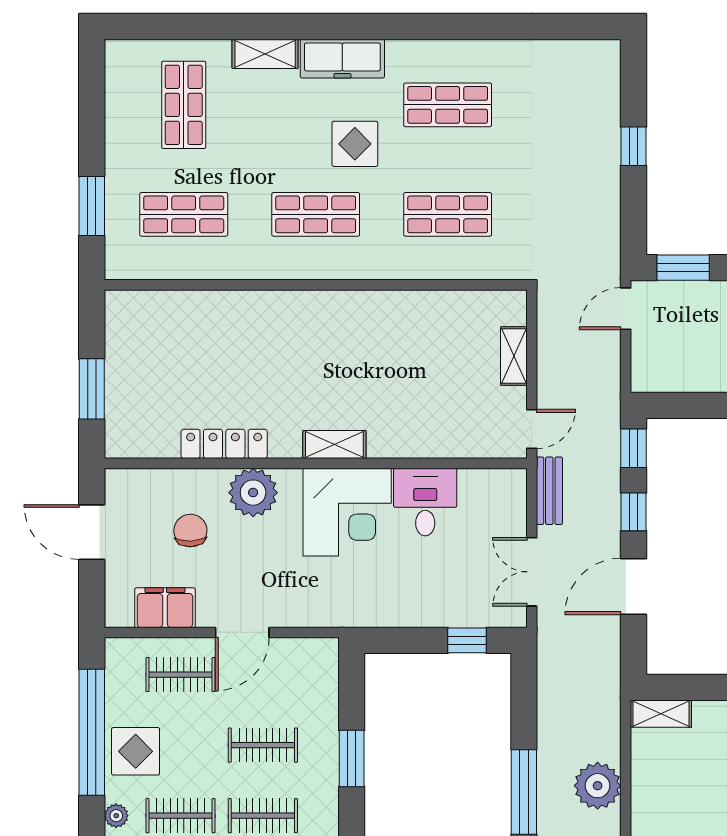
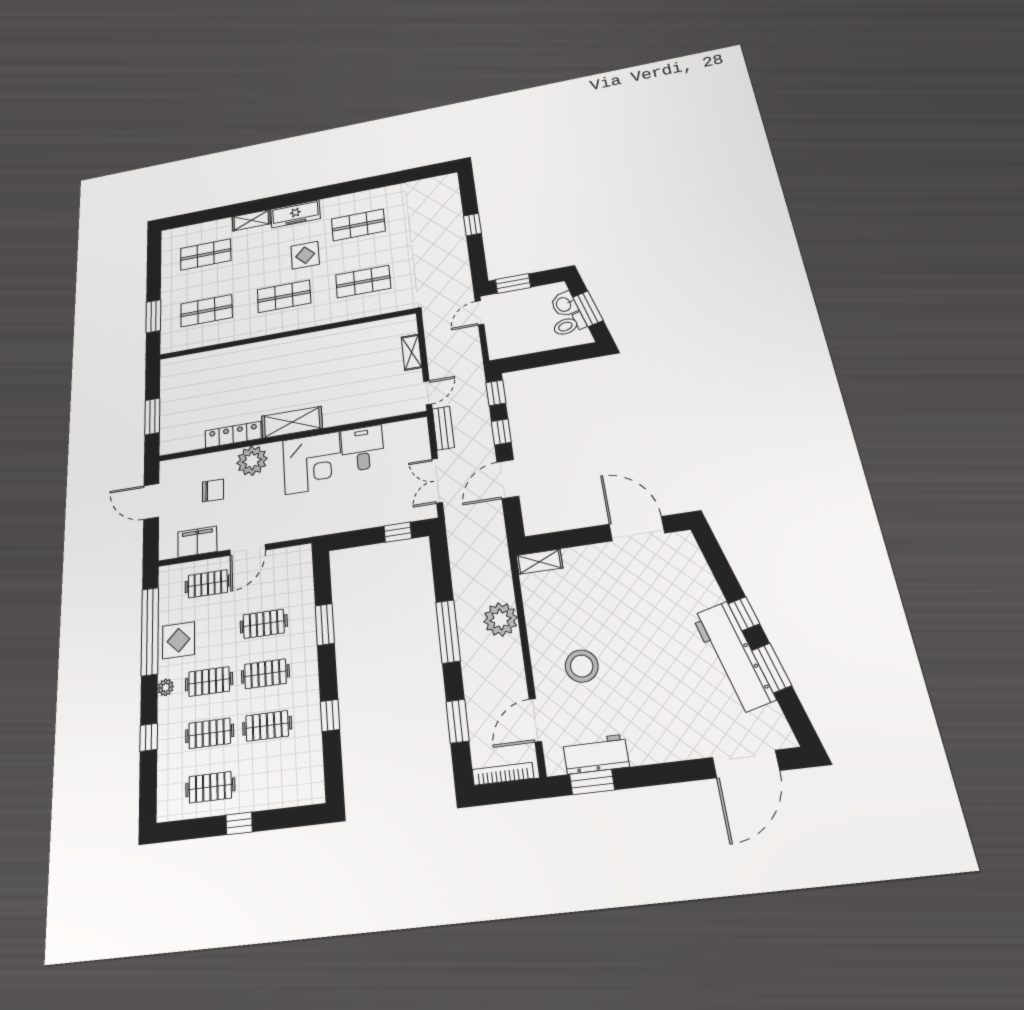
shop shelf: (184, 105) -> (206, 254), turned 90
shelving: (334, 445) -> (292, 422), width x1.50, depth x1.33
chair: (190, 531) -> (213, 490), turned 93

